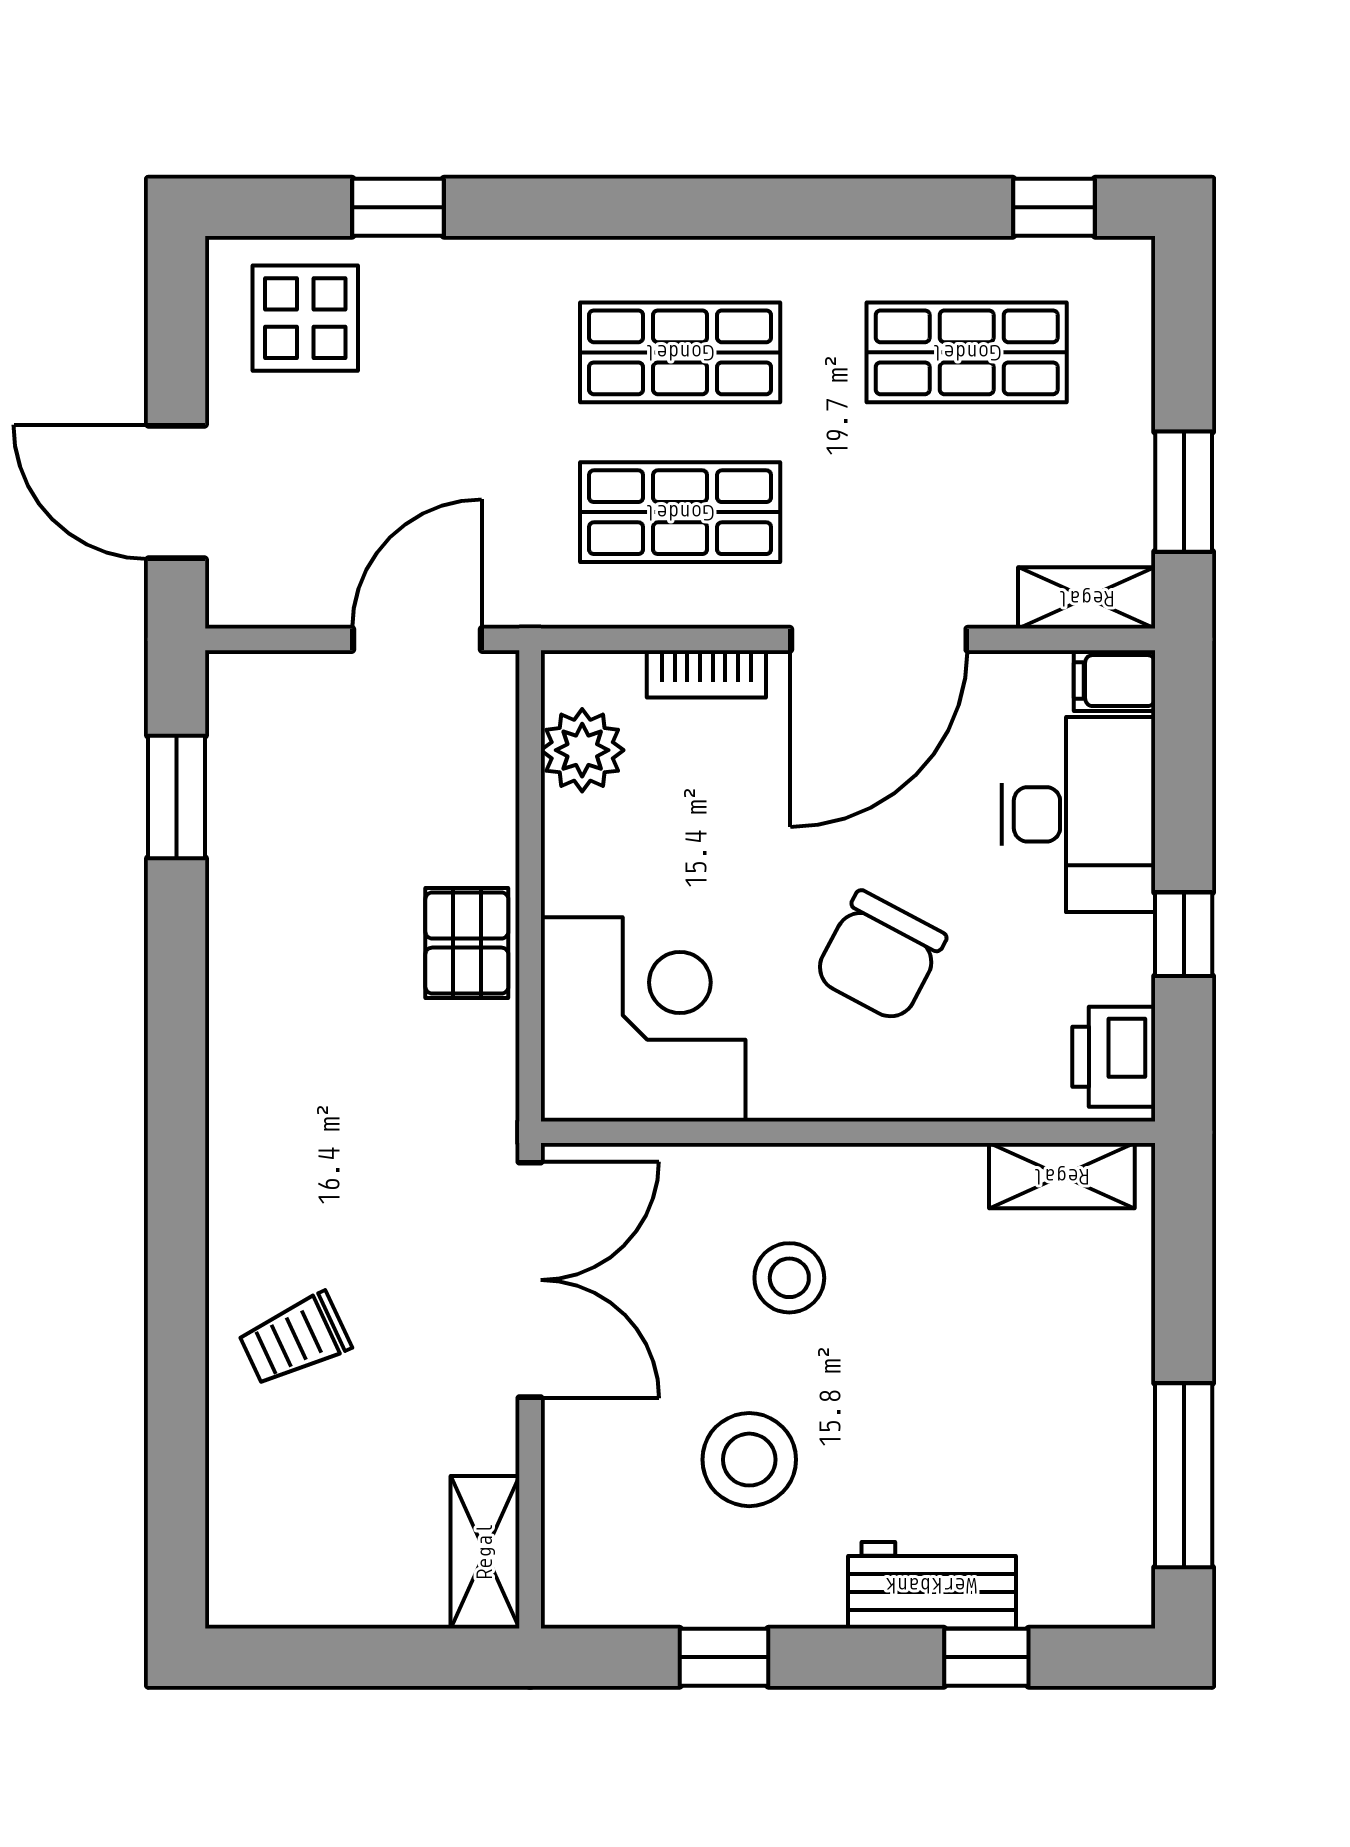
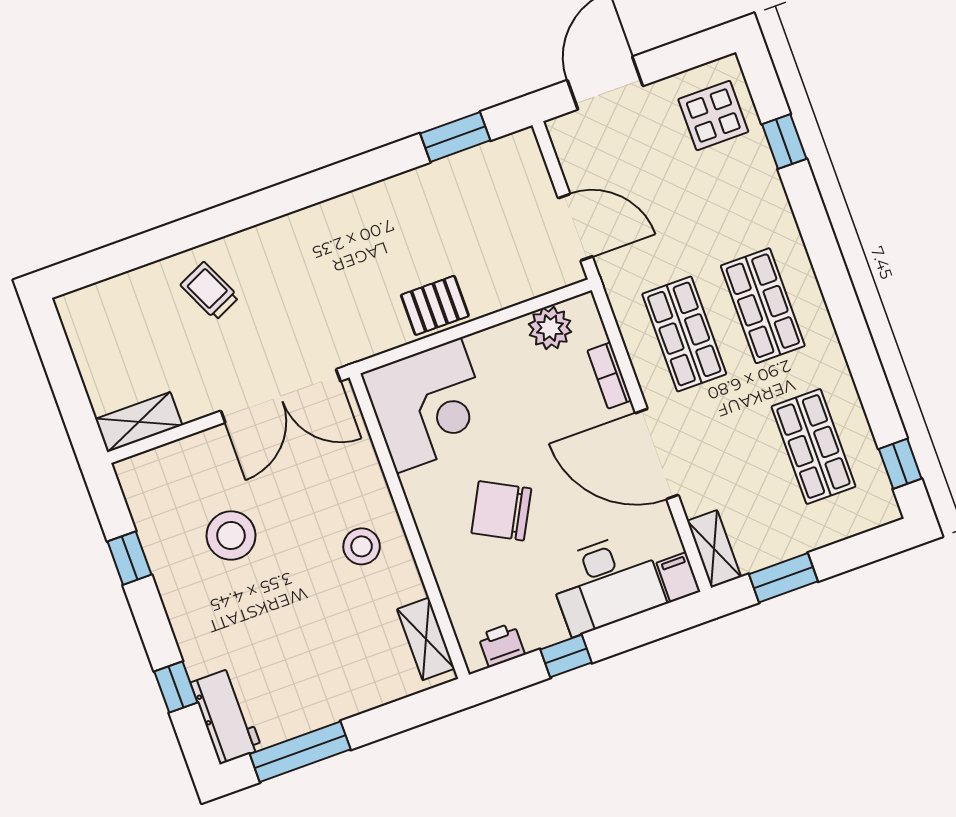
printer: (1114, 1057) -> (501, 645), width x0.73, depth x0.81
stool: (789, 1278) -> (362, 546), moved
workbench: (932, 1585) -> (226, 716), moved

